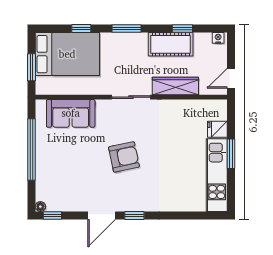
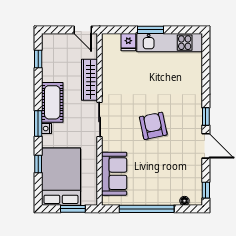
window: (182, 29) -> (38, 59), moved
nightstand: (218, 38) -> (46, 129), moved
cot: (171, 44) -> (52, 102), moved
floor lamp: (40, 207) -> (184, 201), moved

